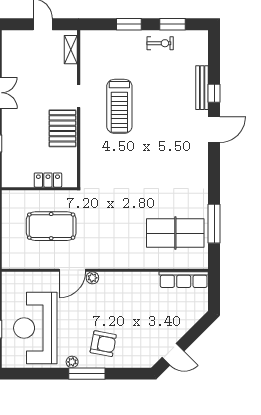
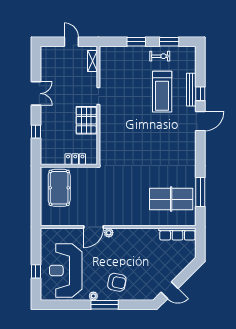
treadmill: (119, 106) -> (162, 92), moved
pool table: (51, 226) -> (59, 188), moved, turned 90

